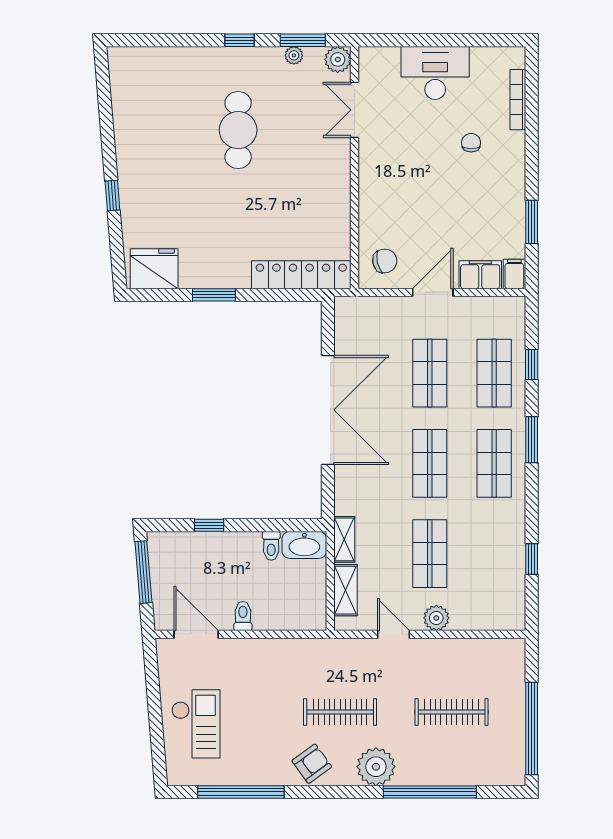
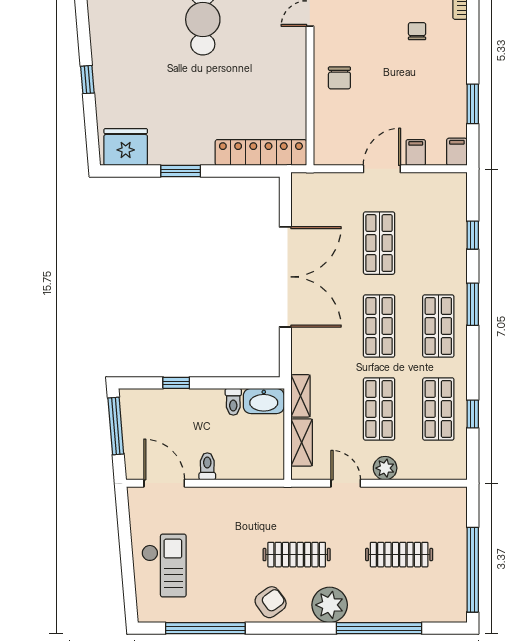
chair: (385, 261) -> (339, 78), moved, turned 103
filing cabinet: (480, 275) -> (416, 153), width x0.50
shop shelf: (494, 373) -> (438, 409), moved

